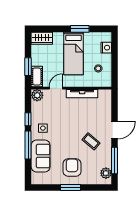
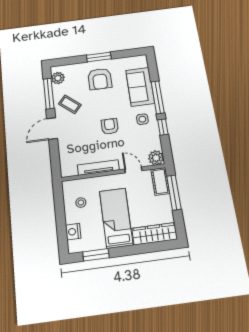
window: (80, 29) -> (96, 255), moved
wardrobe: (42, 38) -> (155, 234), width x1.50
window: (28, 67) -> (174, 193), width x1.44
door: (56, 88) -> (133, 170), swing flipped
armchair: (69, 126) -> (110, 126), added
coffee table: (91, 141) -> (70, 104), moved

